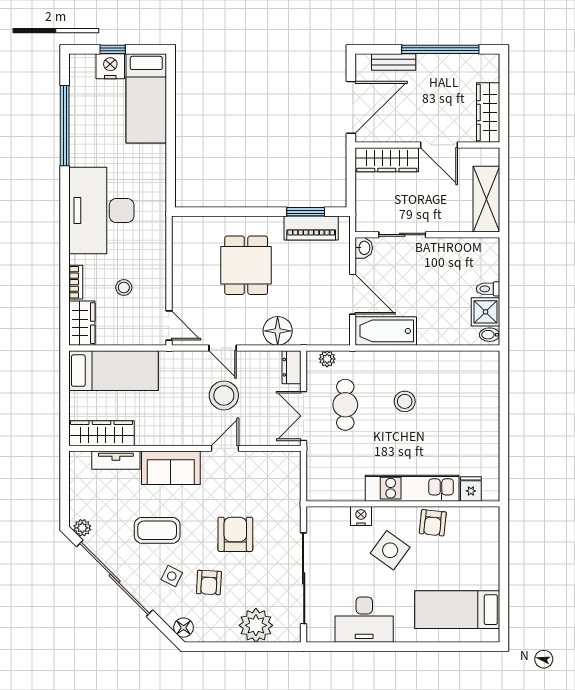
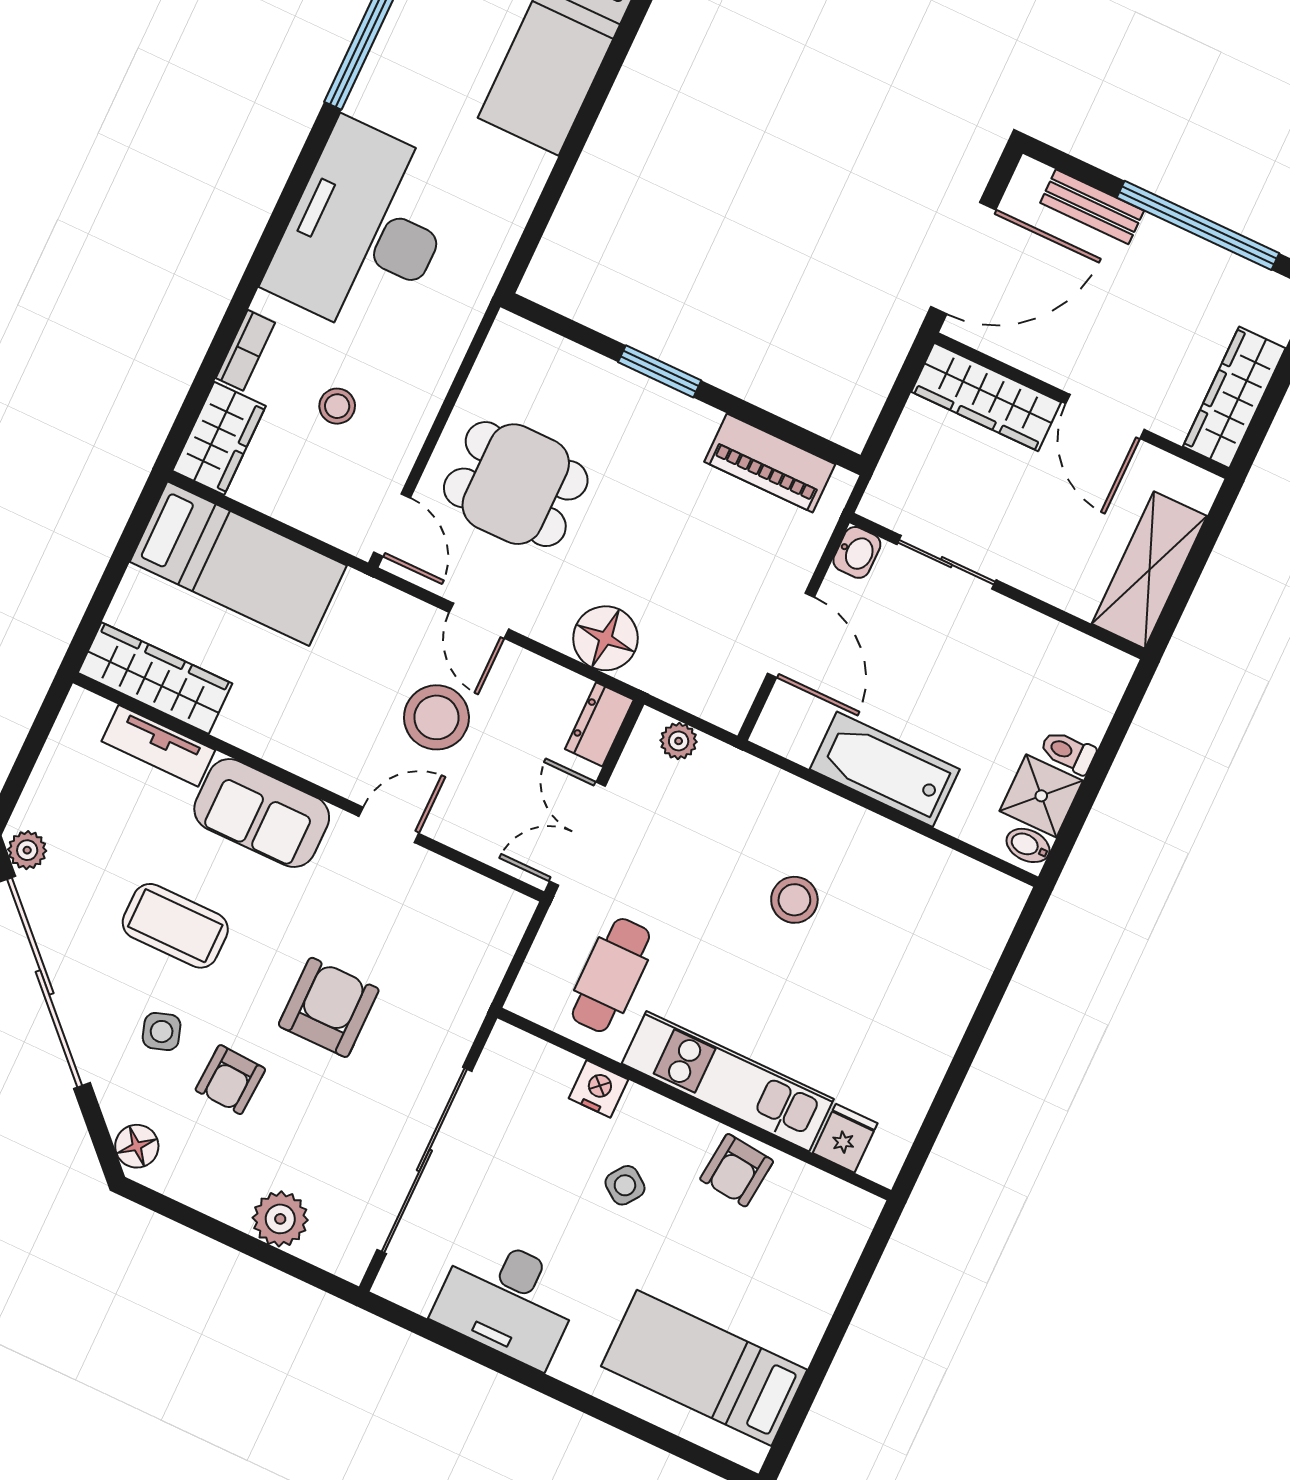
window: (306, 212) -> (660, 371), moved
dining table: (246, 265) -> (516, 484), moved, turned 90
bathtub: (386, 331) -> (885, 769), moved
cafe table: (345, 405) -> (611, 975), moved
side table: (390, 550) -> (625, 1185), width x0.54, depth x0.54
side table: (172, 576) -> (162, 1032), turned 45
plant: (256, 625) -> (280, 1219), width x0.73, depth x0.73

